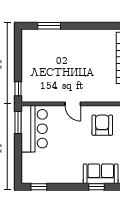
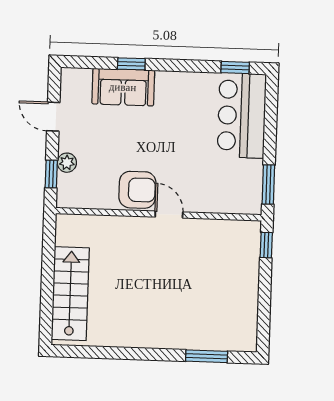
armchair: (102, 125) -> (137, 190), moved, turned -90
bar counter: (34, 129) -> (242, 115), moved

